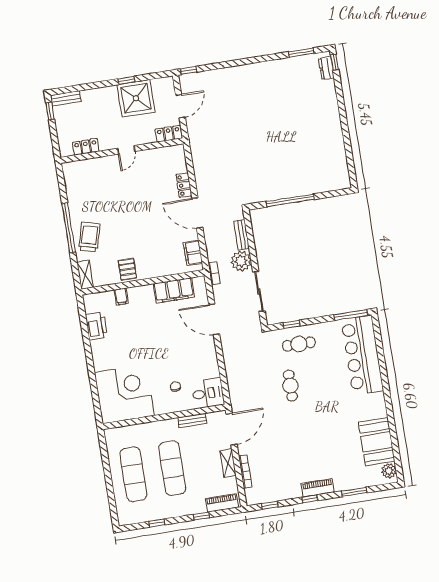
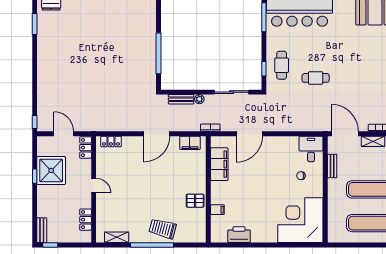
locker: (184, 185) -> (111, 141), moved
plant: (241, 261) -> (199, 99), width x0.53, depth x0.53
shelving: (85, 275) -> (117, 237), moved

